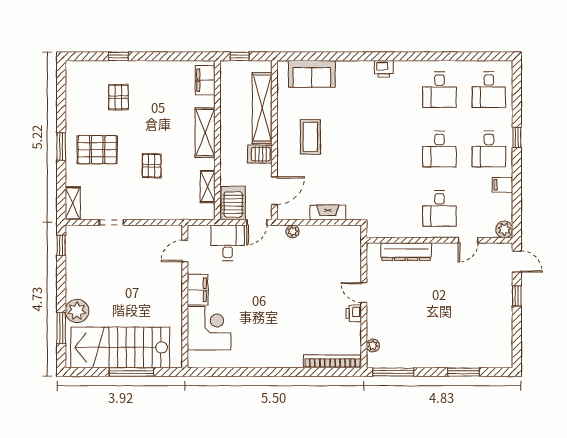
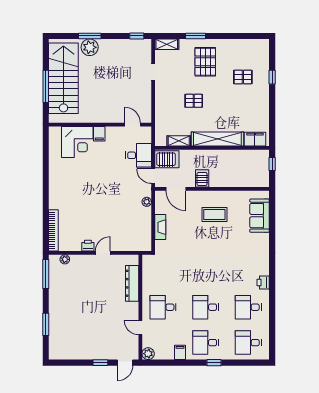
printer: (384, 69) -> (263, 283), moved
shelving: (262, 108) -> (235, 180), removed
shelving: (205, 133) -> (217, 139), width x1.47
window: (61, 147) -> (196, 36), moved
filing cabinet: (198, 290) -> (99, 134), width x0.50
window: (61, 328) -> (90, 36), moved

